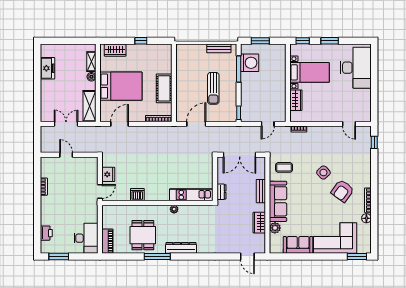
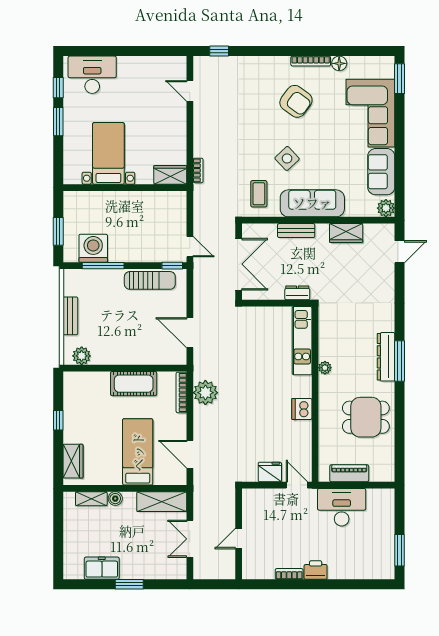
window: (303, 41) -> (58, 88), moved
bench: (219, 48) -> (70, 316), moved
plant: (182, 55) -> (82, 356), added
desk: (356, 68) -> (92, 75), width x0.73, depth x0.77
window: (37, 86) -> (129, 584), added
bed: (121, 86) -> (138, 452), width x0.67
sun lounger: (213, 88) -> (150, 280), moved
wardrobe: (296, 100) -> (170, 175), moved
door: (268, 124) -> (190, 247), moved
door: (349, 124) -> (190, 91), swing flipped
plant: (158, 134) -> (205, 393), added
side table: (323, 173) -> (287, 158), moved
dishwasher: (137, 195) -> (302, 409), moved
plant: (275, 228) -> (386, 208), moved
printer: (46, 233) -> (316, 570), moved
desk: (86, 238) -> (342, 507), moved
piano: (107, 241) -> (349, 473), moved
window: (157, 256) -> (400, 361), moved

